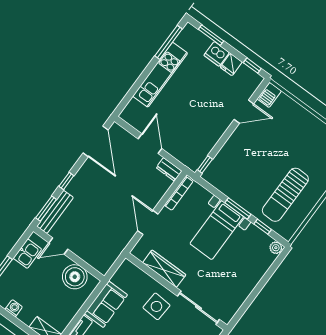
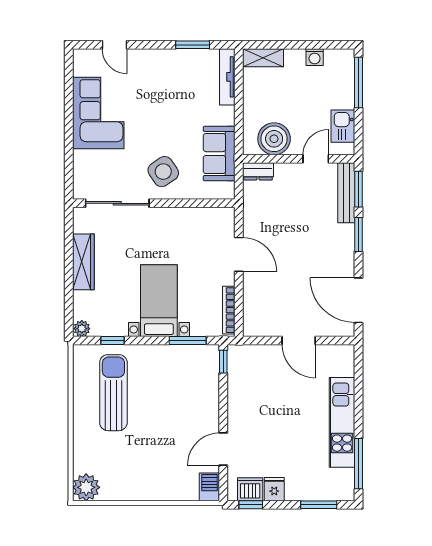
dishwasher: (217, 54) -> (250, 489), moved
dresser: (169, 169) -> (258, 171), moved, turned 180
window: (66, 181) -> (359, 235), width x1.50
window: (238, 208) -> (188, 341), moved
wardrobe: (164, 269) -> (83, 262), moved, turned -90
sofa: (106, 304) -> (219, 154), moved
side table: (156, 306) -> (163, 172), turned -38

